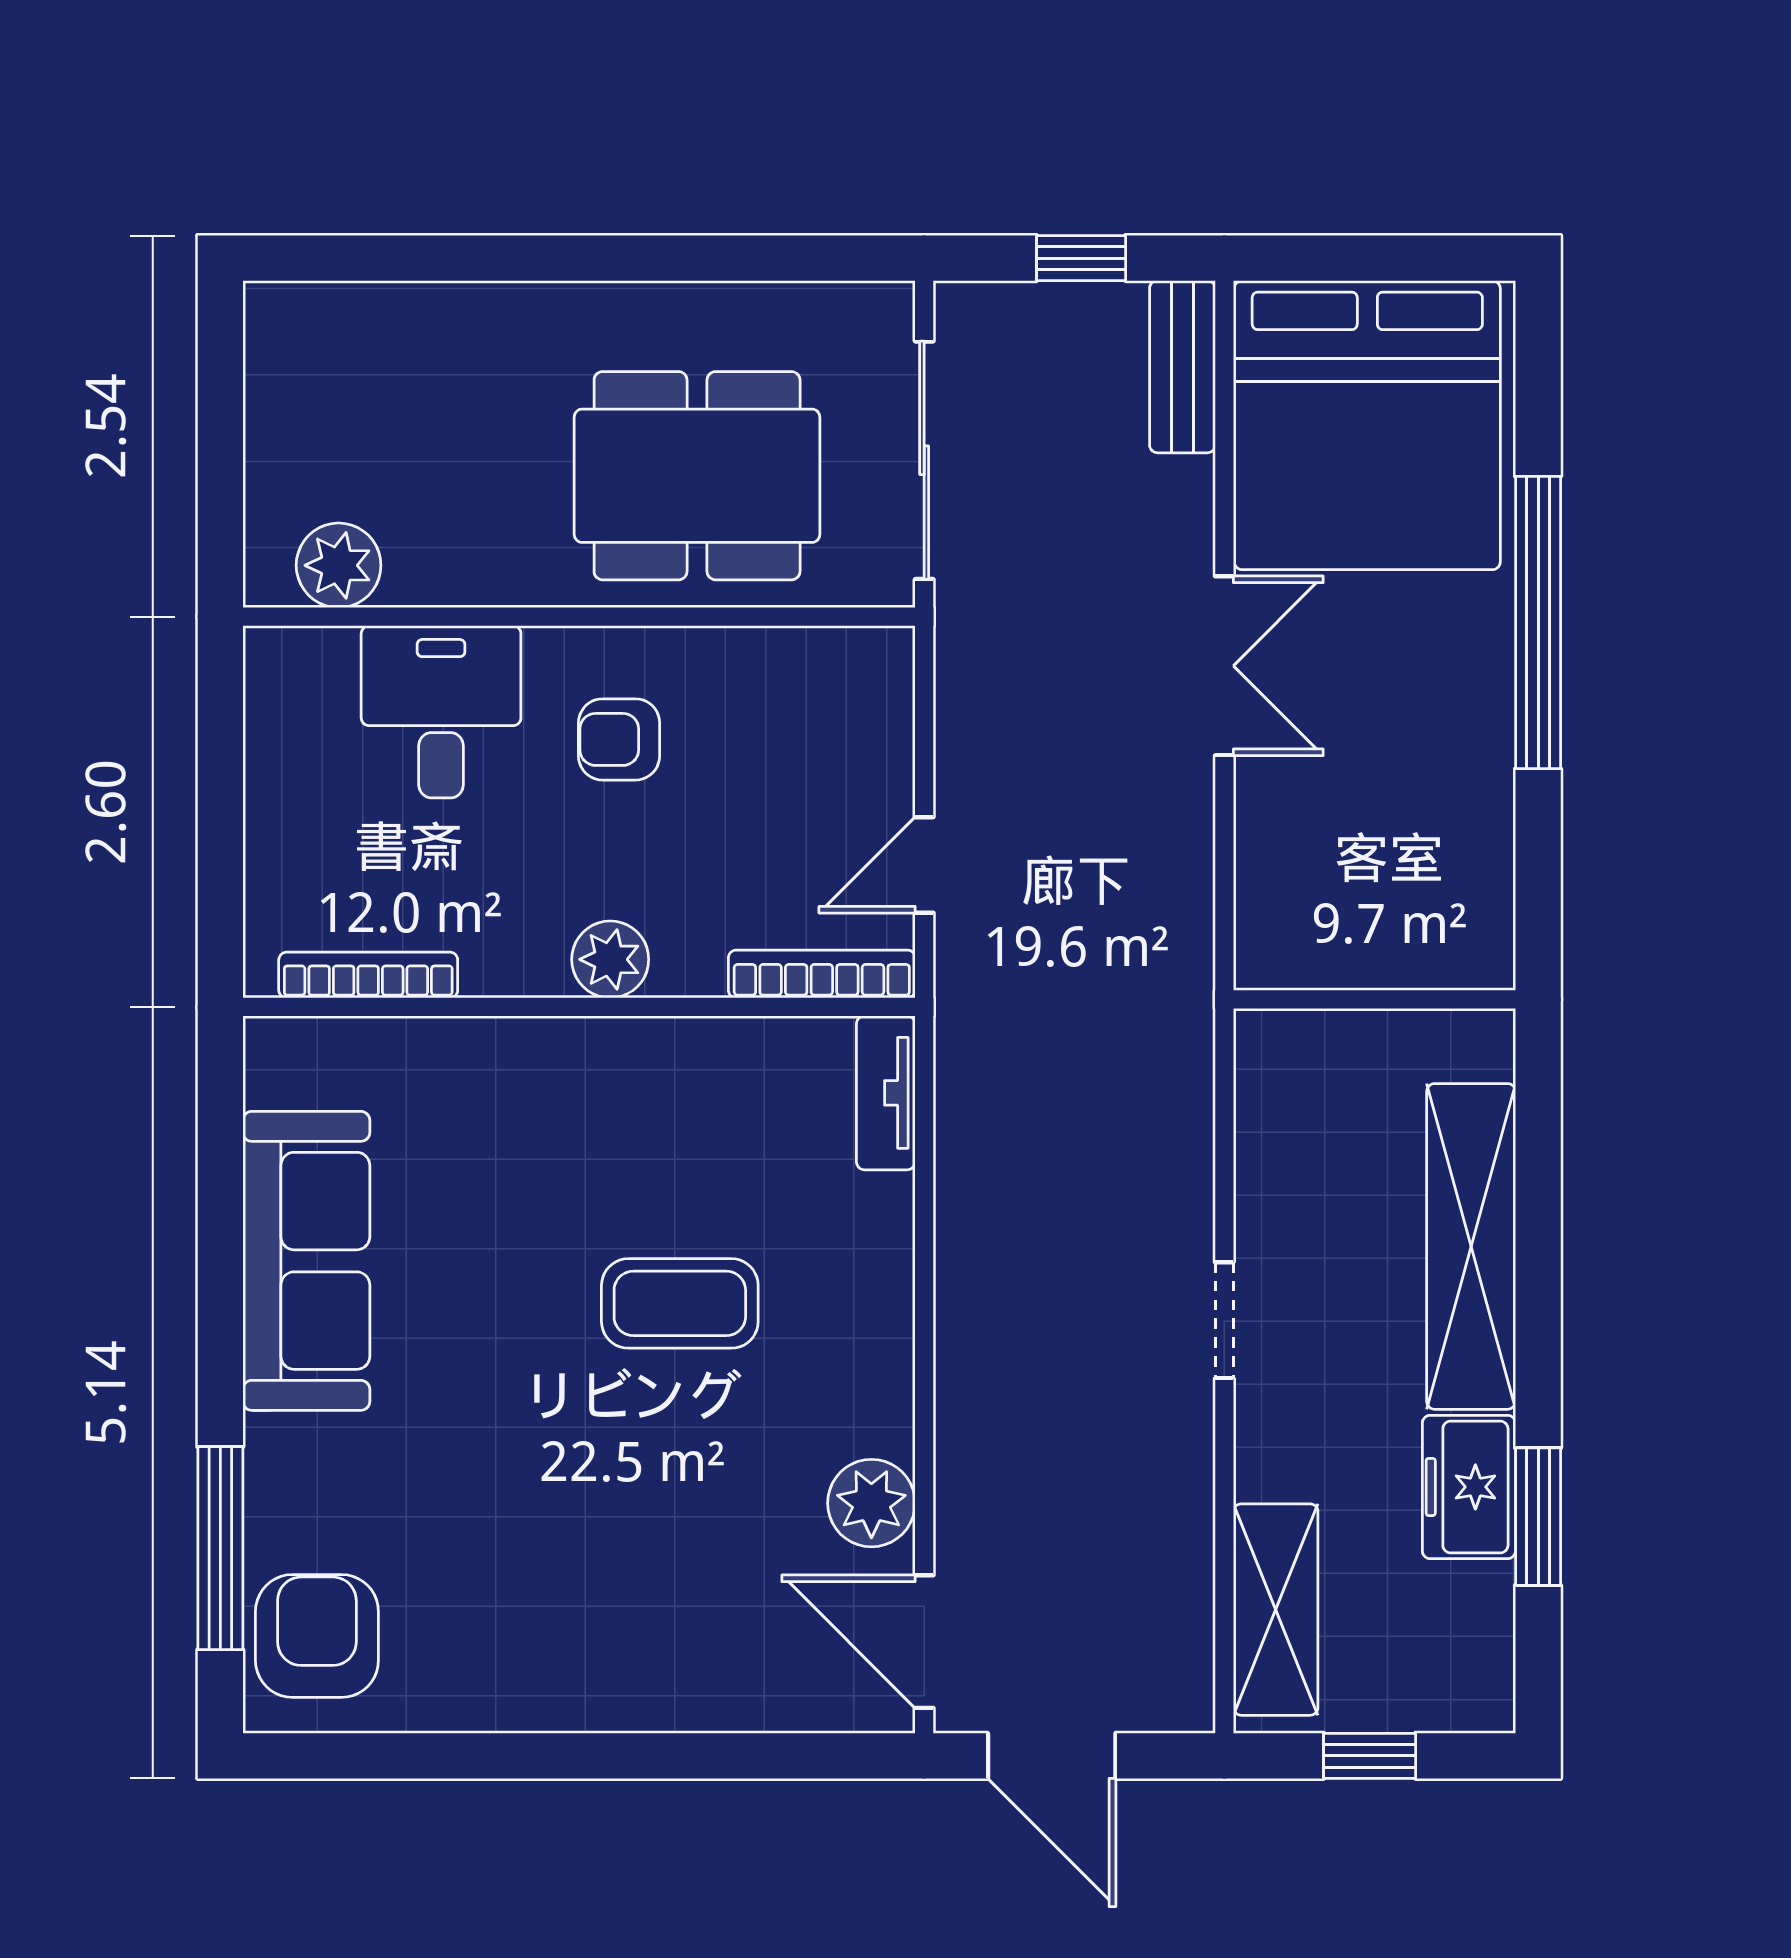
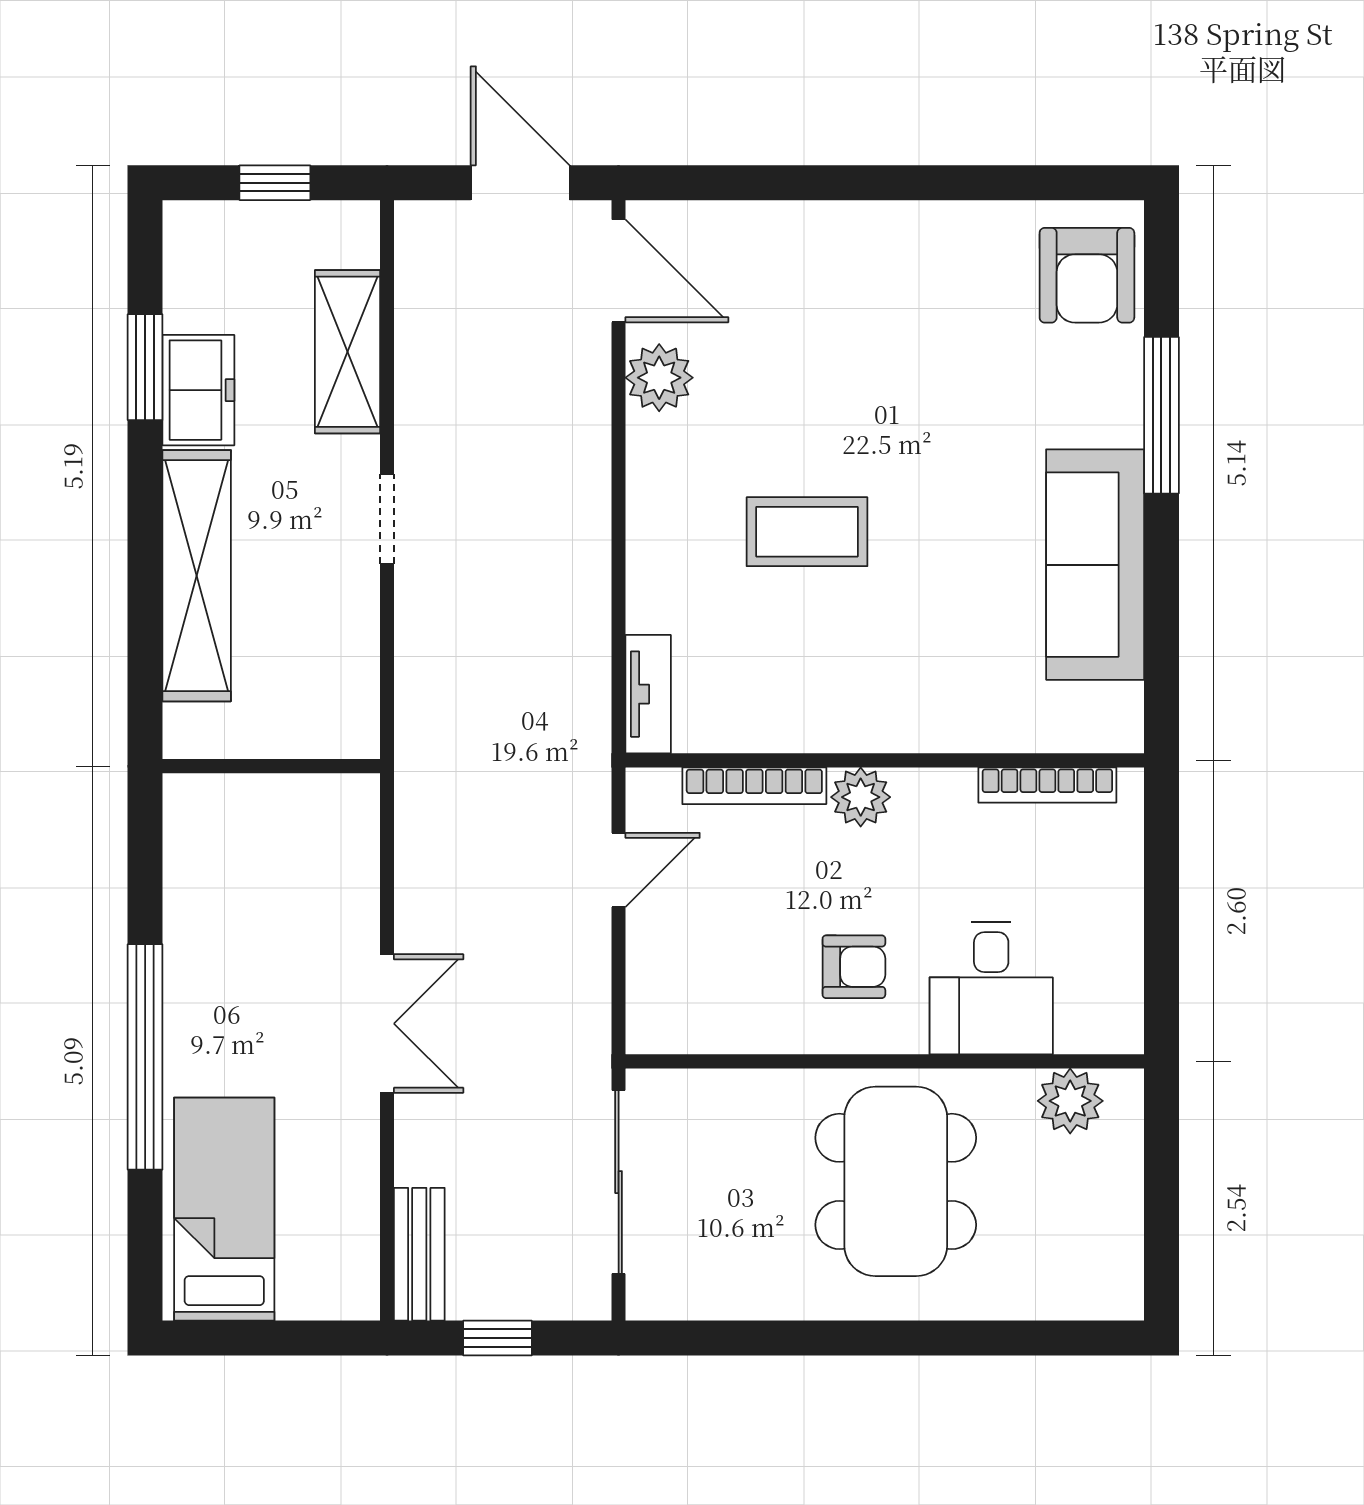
bed: (1367, 425) -> (224, 1209), width x0.49
dining table: (697, 476) -> (896, 1181), moved, turned 90
double door: (1224, 666) -> (387, 1024), swing flipped
bookcase: (822, 974) -> (754, 786), moved
window: (220, 1548) -> (1161, 415), moved
shelving: (1276, 1610) -> (347, 352), moved

